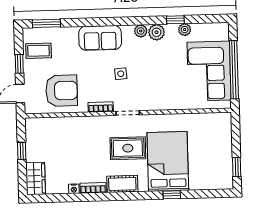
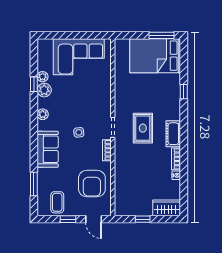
window: (46, 23) -> (34, 184), moved
plant: (157, 32) -> (44, 90), moved
window: (234, 70) -> (78, 35), removed
armchair: (62, 91) -> (92, 184), turned 180
bed: (168, 161) -> (155, 56), moved
window: (237, 167) -> (162, 35), width x1.50

